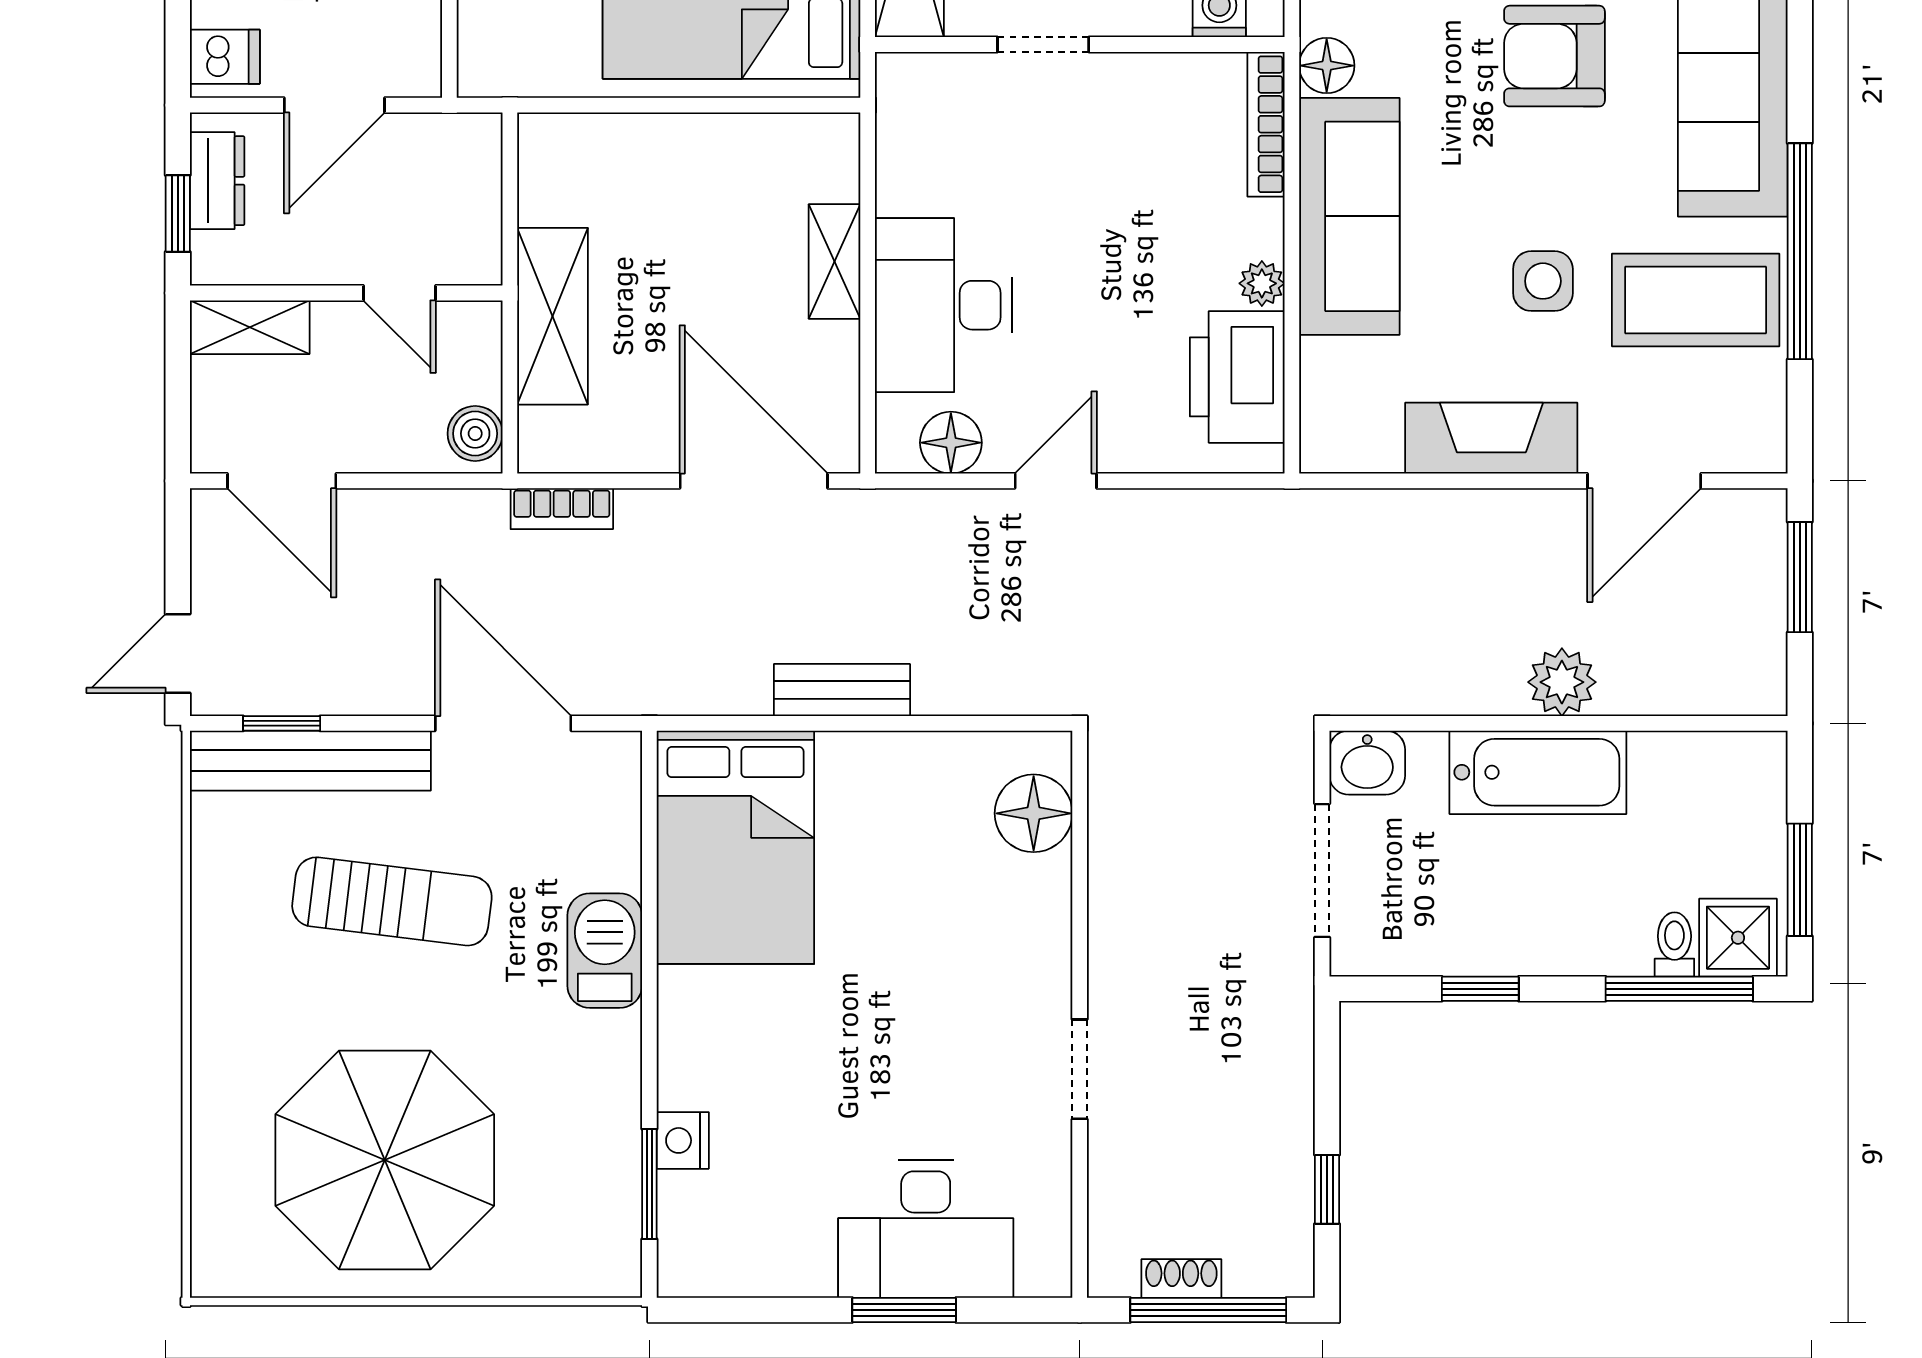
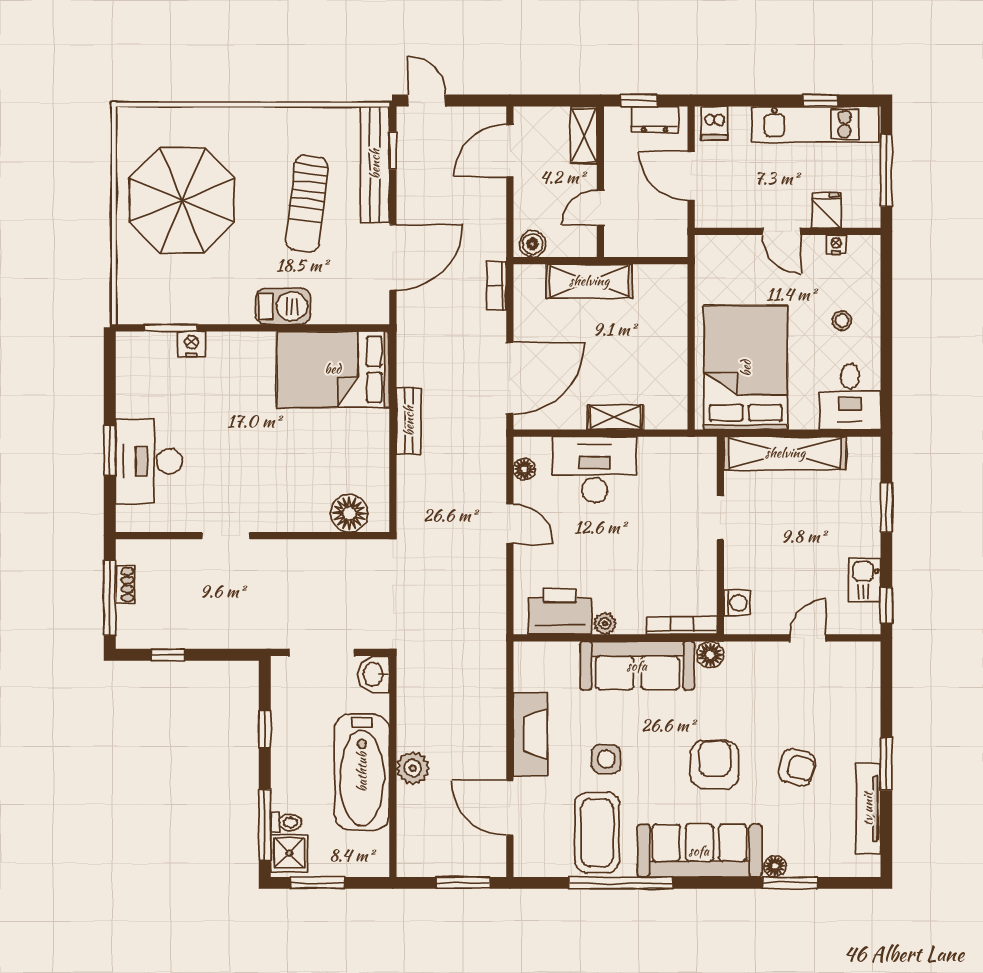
floor lamp: (951, 443) -> (524, 469), width x0.73, depth x0.73
bathtub: (1538, 772) -> (362, 772), width x1.36, depth x1.36

